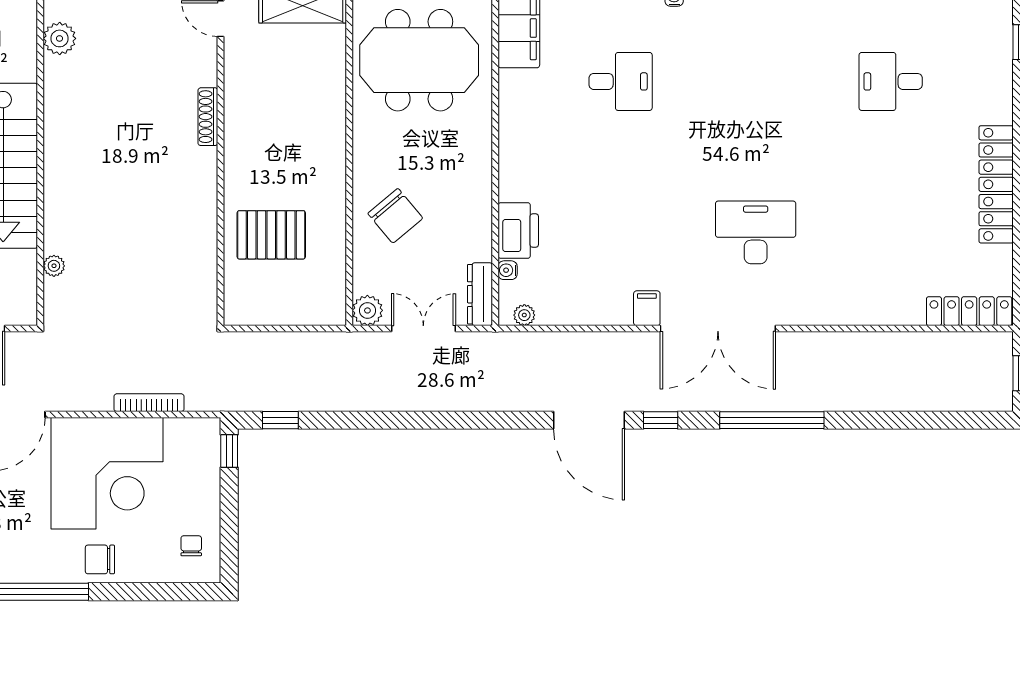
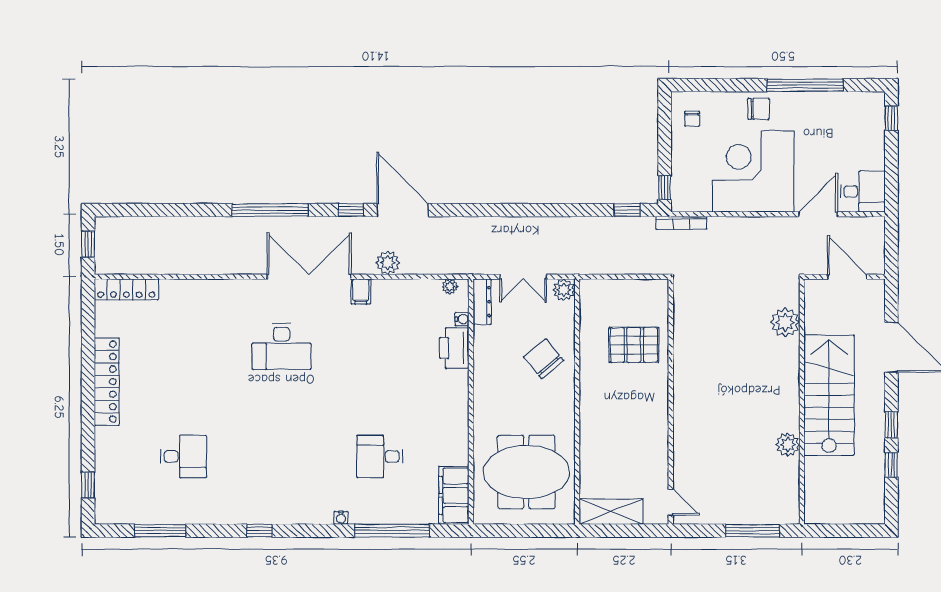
plant: (60, 38) -> (788, 445), moved
shoe rack: (208, 117) -> (680, 431), removed
plant: (54, 266) -> (785, 322), width x1.88, depth x1.88
plant: (610, 348) -> (388, 263), added
bookcase: (149, 403) -> (681, 223), moved

